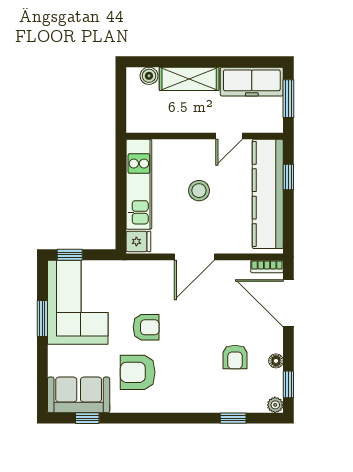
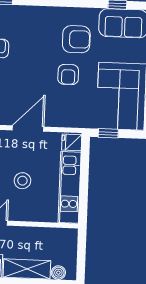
window: (70, 255) -> (108, 133), moved
armchair: (146, 327) -> (68, 75), turned -90

